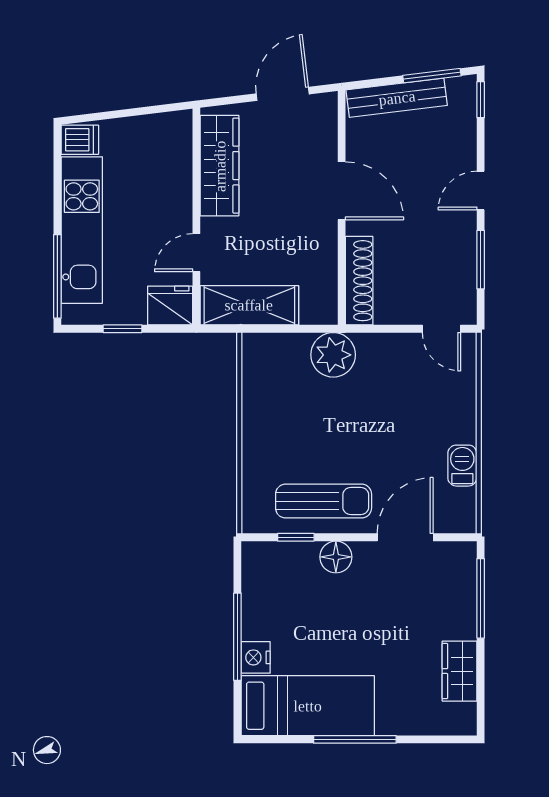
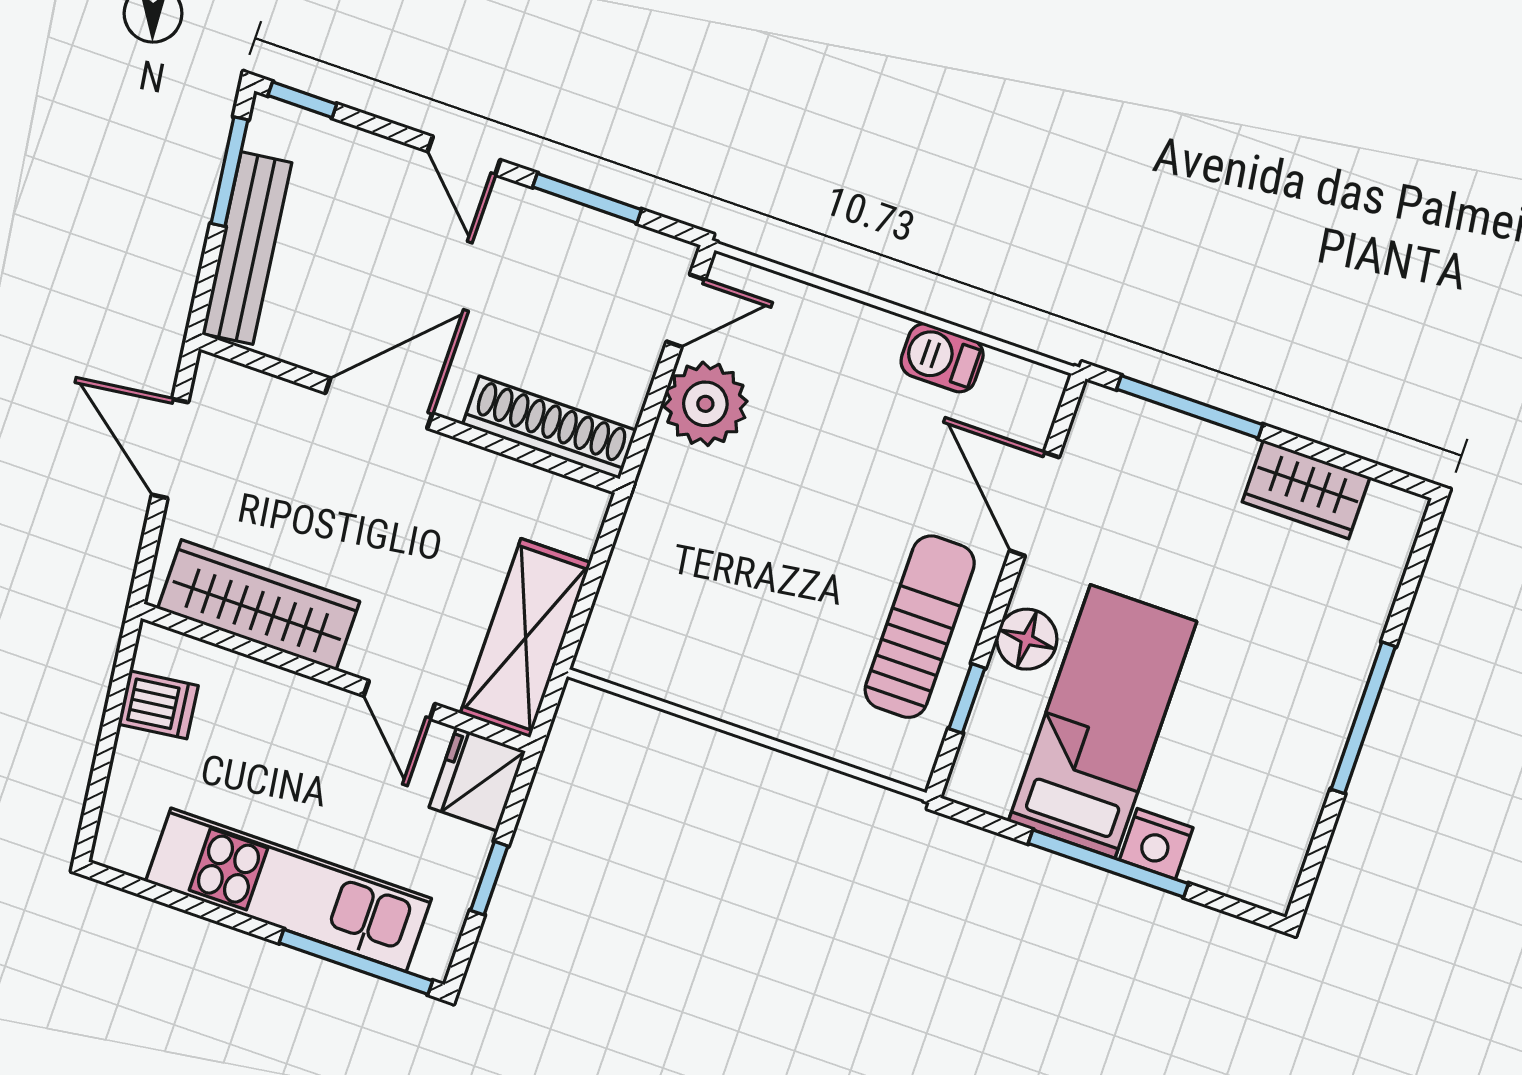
dishwasher: (80, 140) -> (158, 705), moved, turned 83
plant: (333, 355) -> (705, 404), moved
bed: (308, 706) -> (1103, 721), moved

